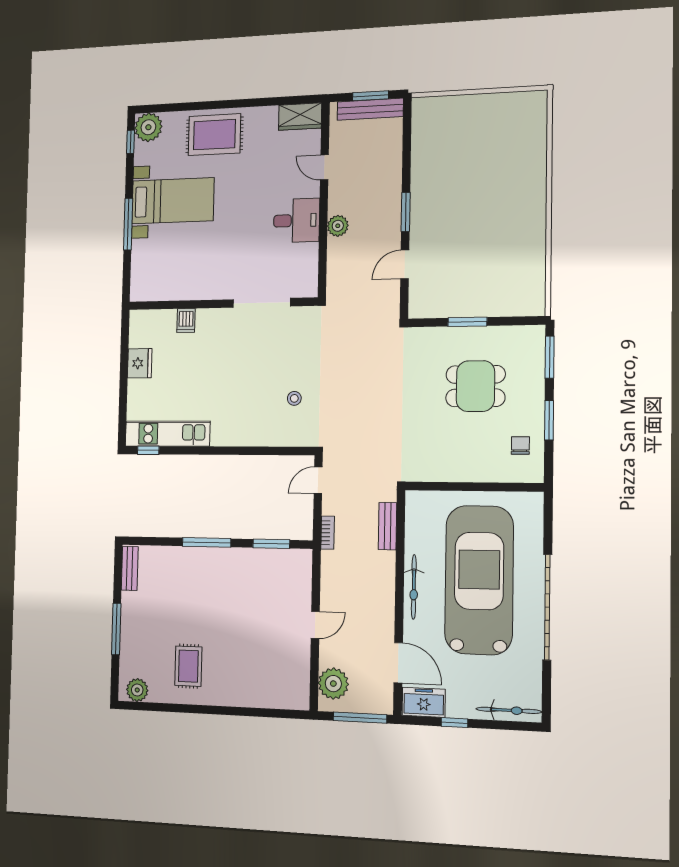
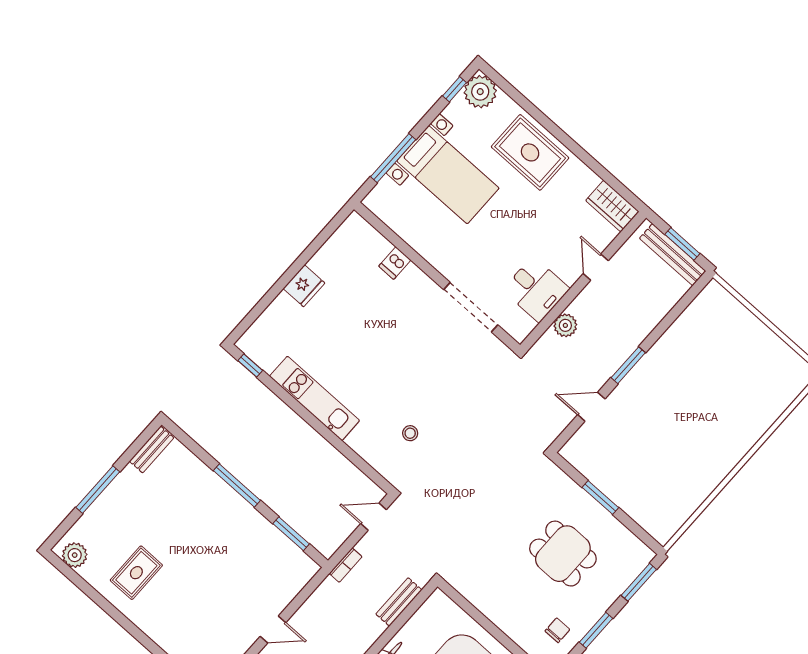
doorway: (262, 303) -> (471, 307), moved
wall: (222, 304) -> (437, 277), moved
dishwasher: (186, 321) -> (395, 263), moved
kitchen unit: (167, 434) -> (315, 398), moved

